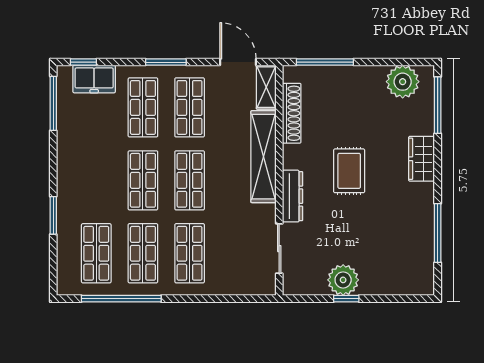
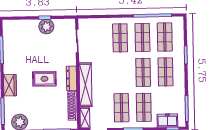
rug: (349, 171) -> (44, 79), turned 90
shop shelf: (190, 180) -> (165, 72), moved
dresser: (293, 196) -> (72, 78), moved

